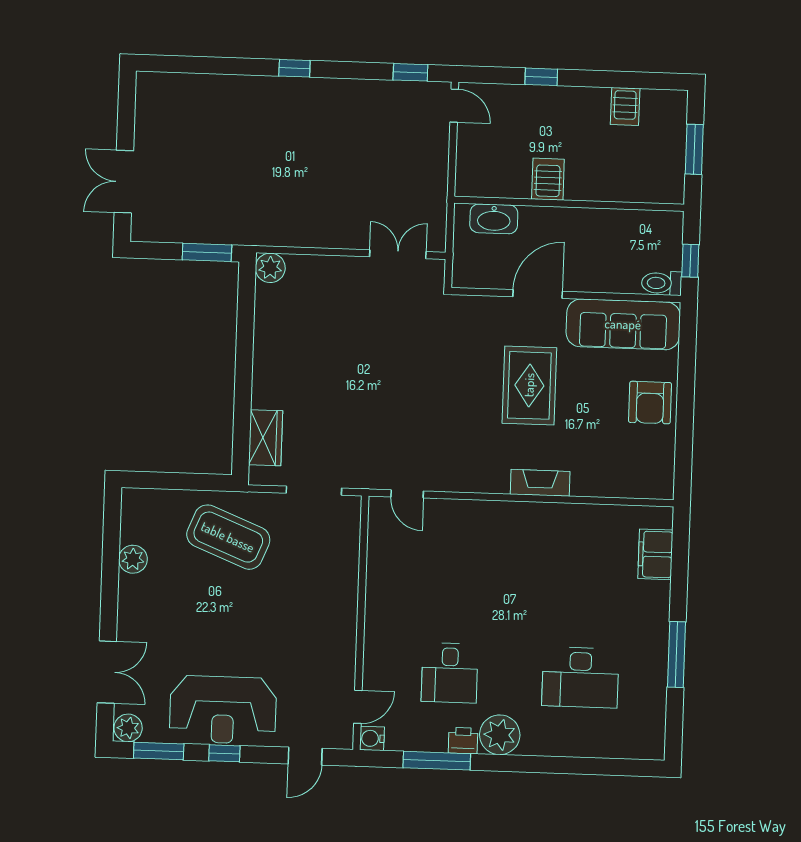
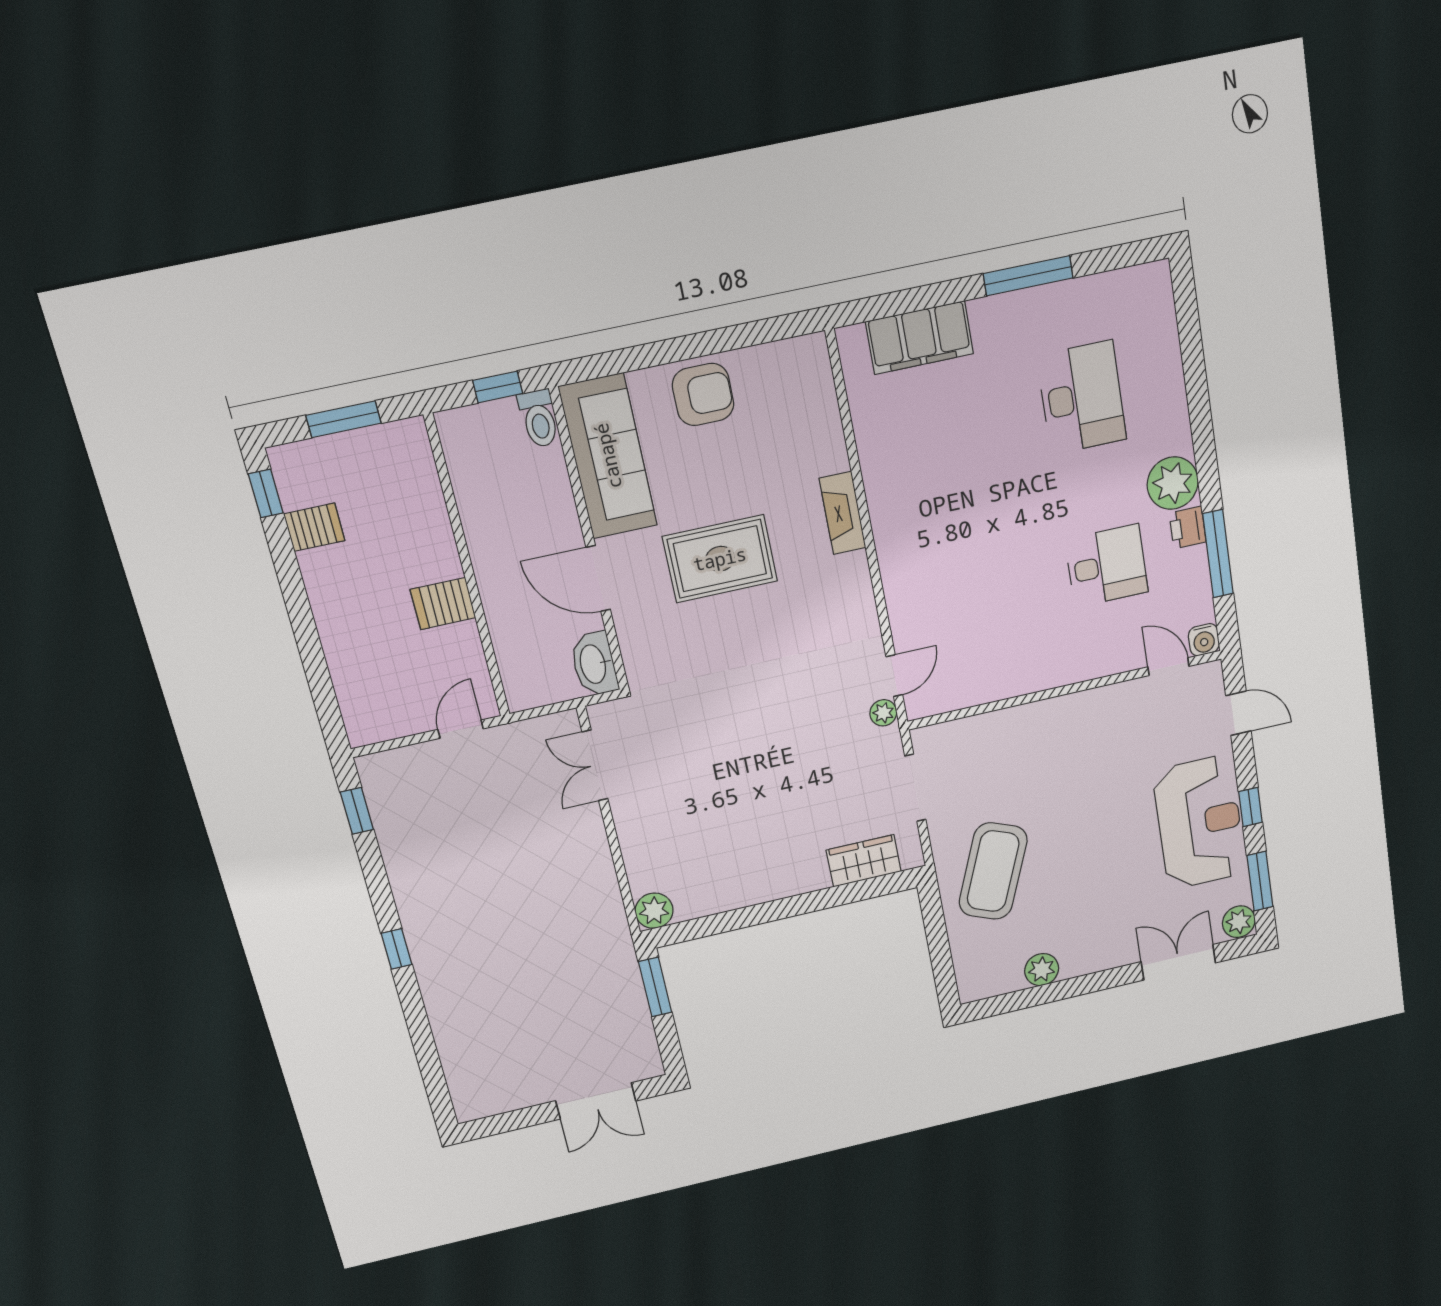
window: (541, 77) -> (266, 494), moved
door: (454, 106) -> (461, 729), moved
washbasin: (494, 219) -> (594, 664), moved, turned 180
plant: (380, 479) -> (883, 713), added
filing cabinet: (655, 554) -> (920, 338), width x1.50, depth x1.17

